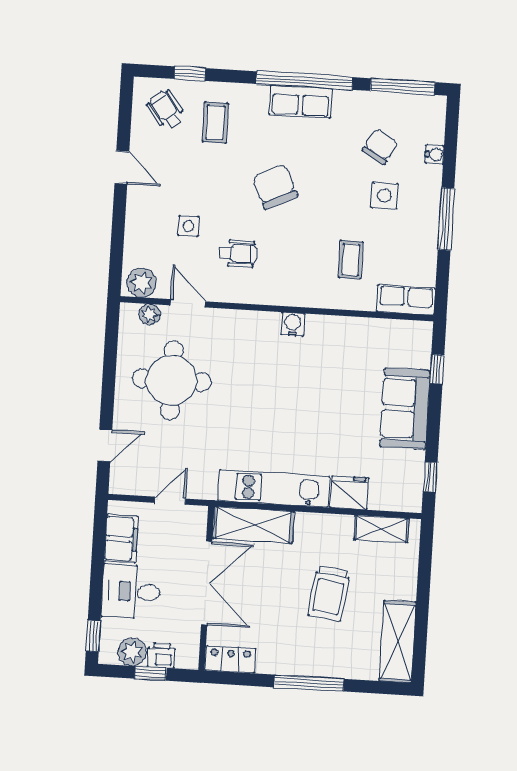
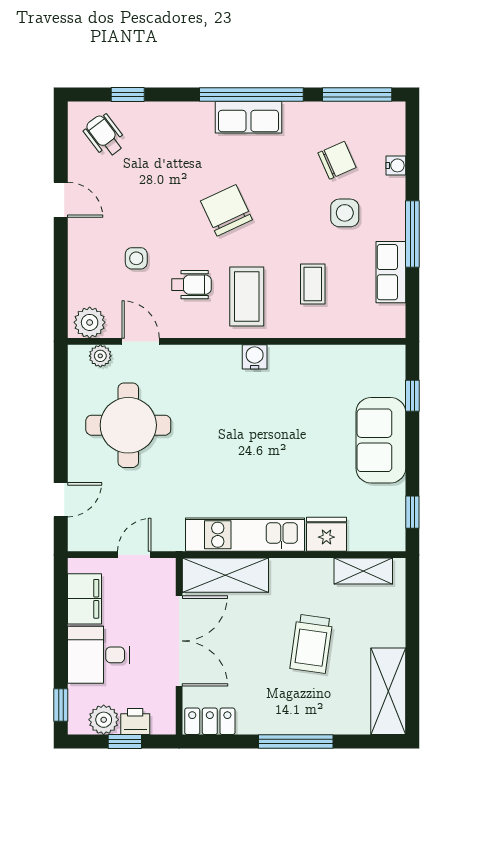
coffee table: (215, 123) -> (247, 297), moved, width x1.36, depth x1.30
chair: (380, 146) -> (337, 160), turned 37
row of seats: (406, 300) -> (391, 272), moved, turned -90

